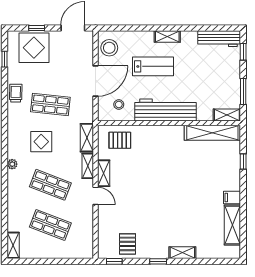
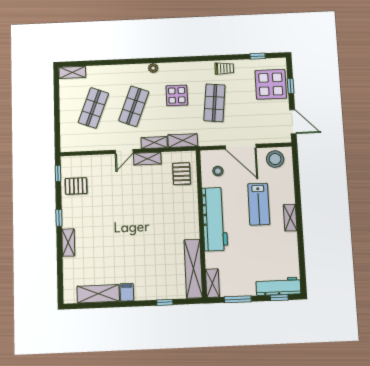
workbench: (219, 39) -> (278, 286), moved, turned 90

